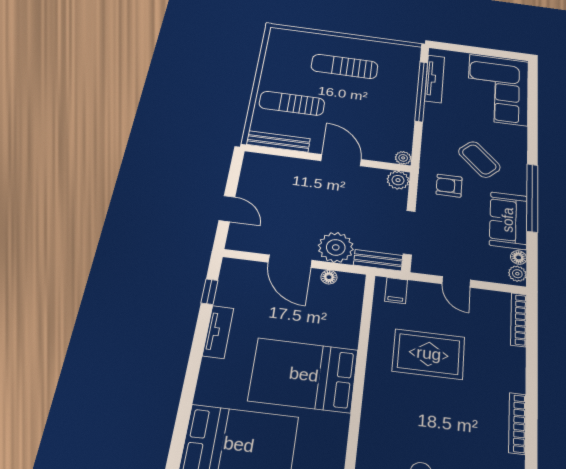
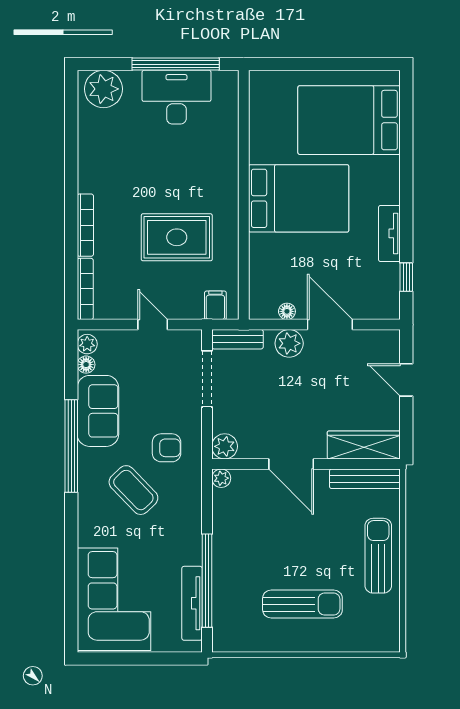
sun lounger: (292, 103) -> (378, 556), moved, turned -90
wardrobe: (275, 165) -> (364, 445), added
plant: (336, 247) -> (289, 343), width x0.73, depth x0.73
bookcase: (517, 423) -> (85, 225), moved

